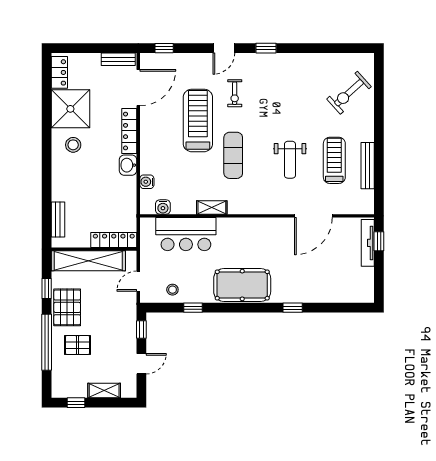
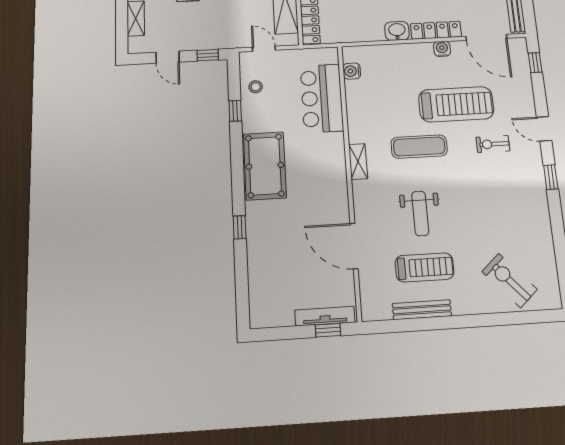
weight bench: (290, 160) -> (420, 213), turned -90
water cooler: (147, 182) -> (442, 49), moved
shelving: (212, 207) -> (358, 162), moved

